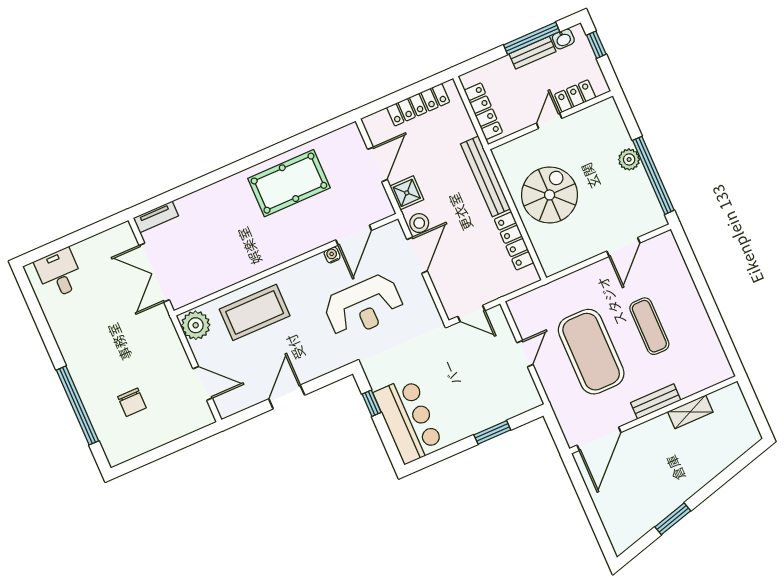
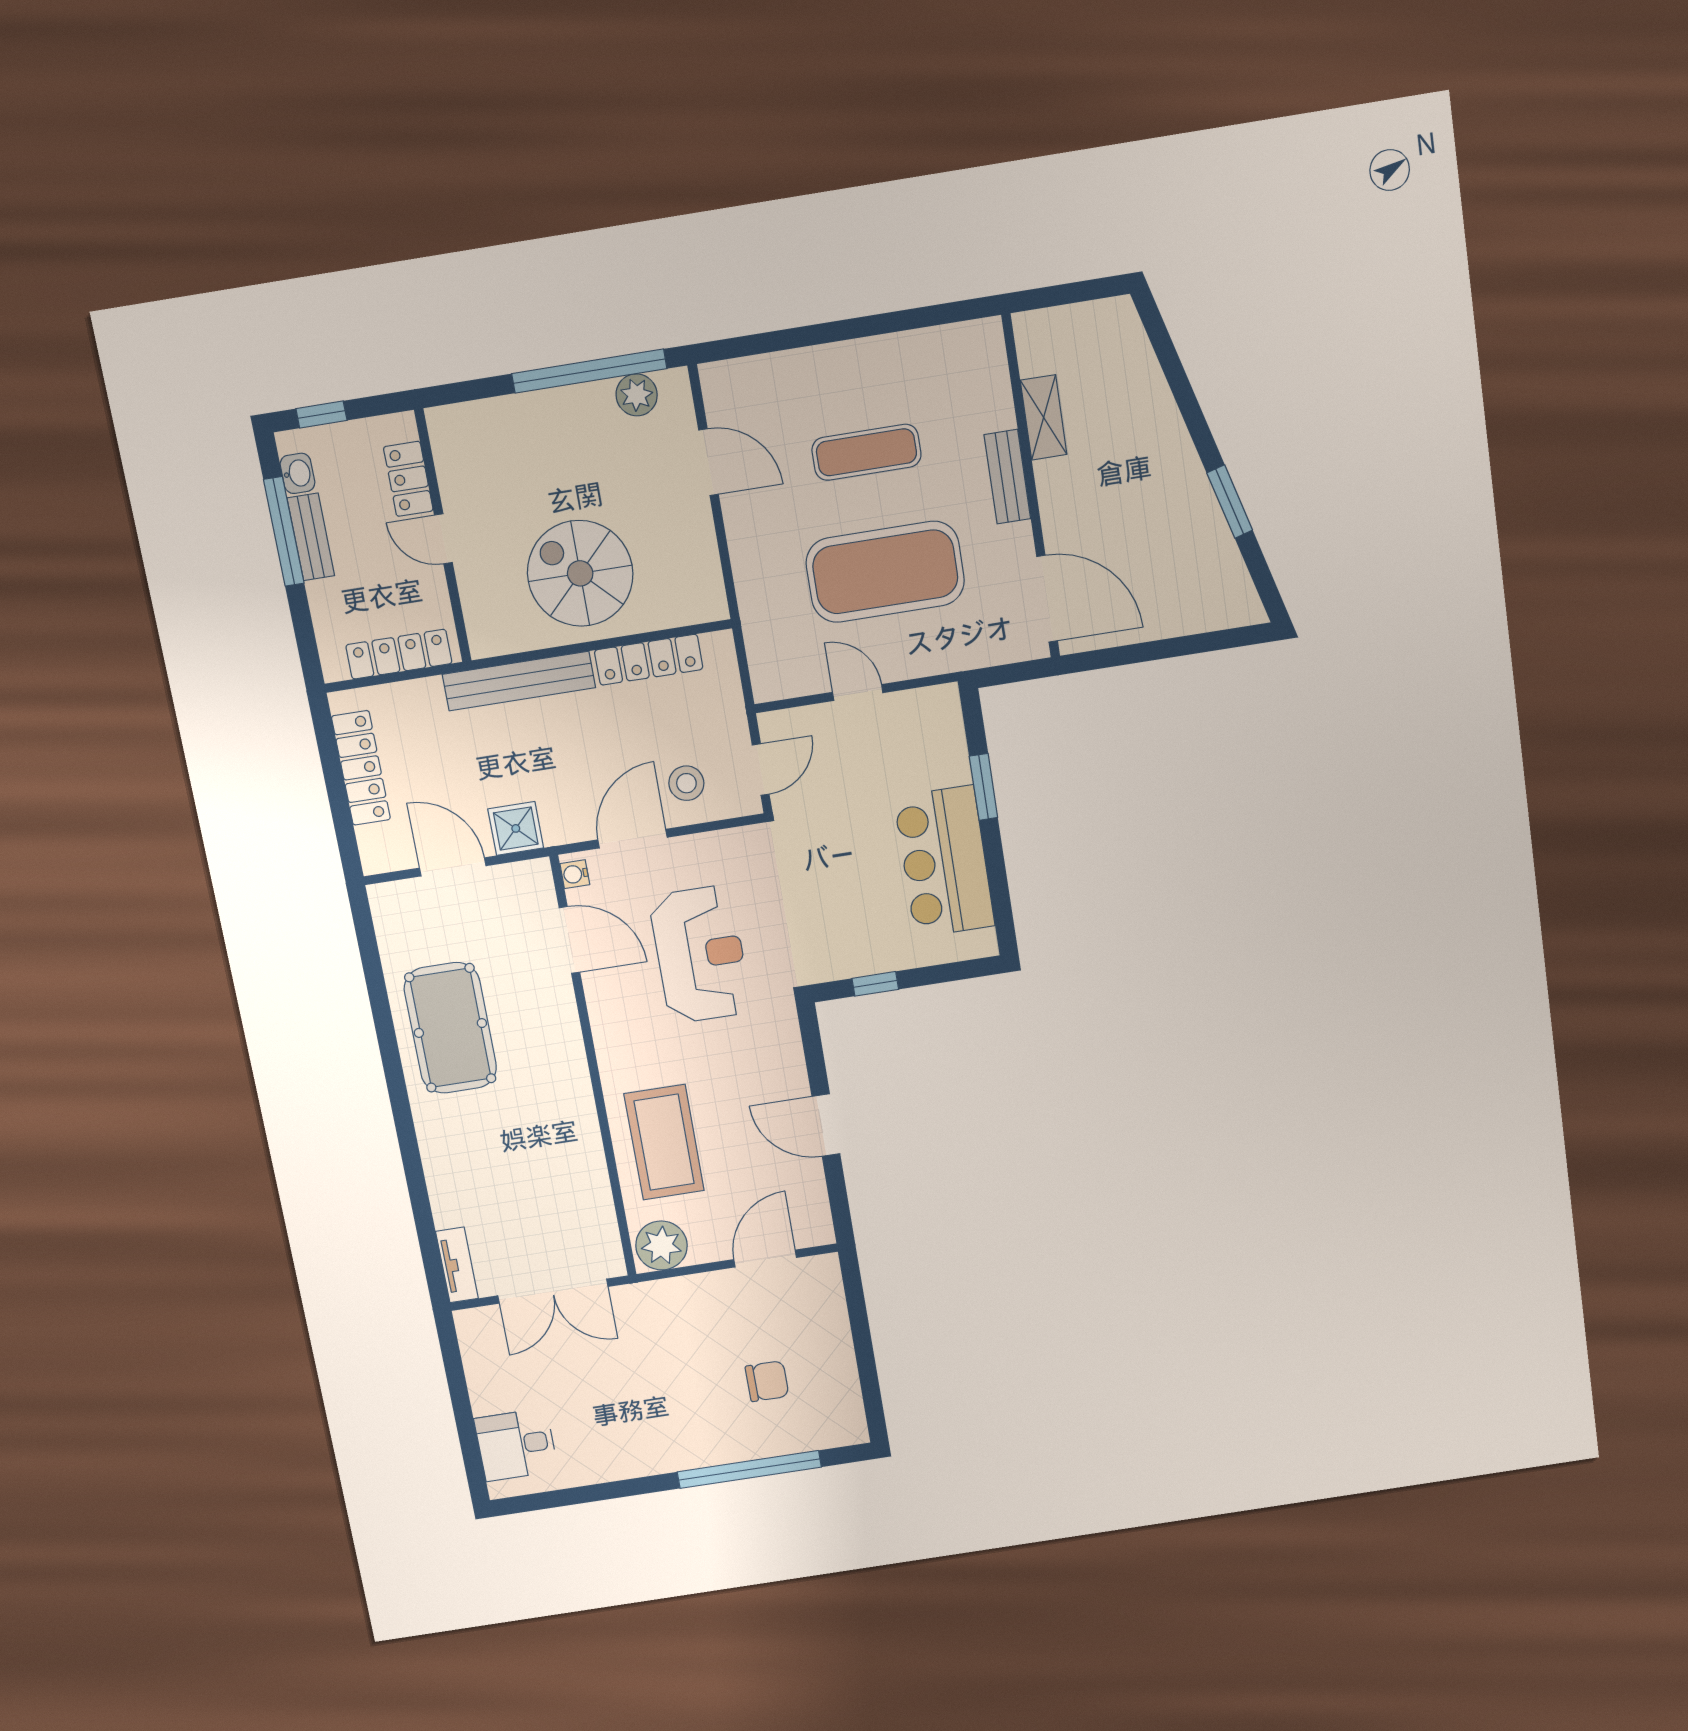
plant: (629, 159) -> (637, 395), moved
stool: (419, 223) -> (686, 783), moved
water cooler: (332, 255) -> (575, 874), moved
door: (417, 255) -> (632, 839), hinge flipped
bar counter: (409, 420) -> (944, 862), moved, turned -90

